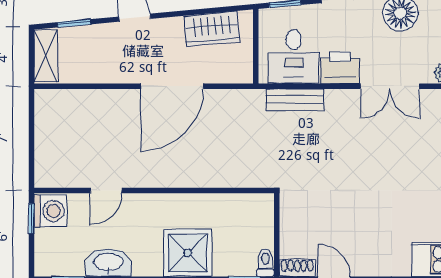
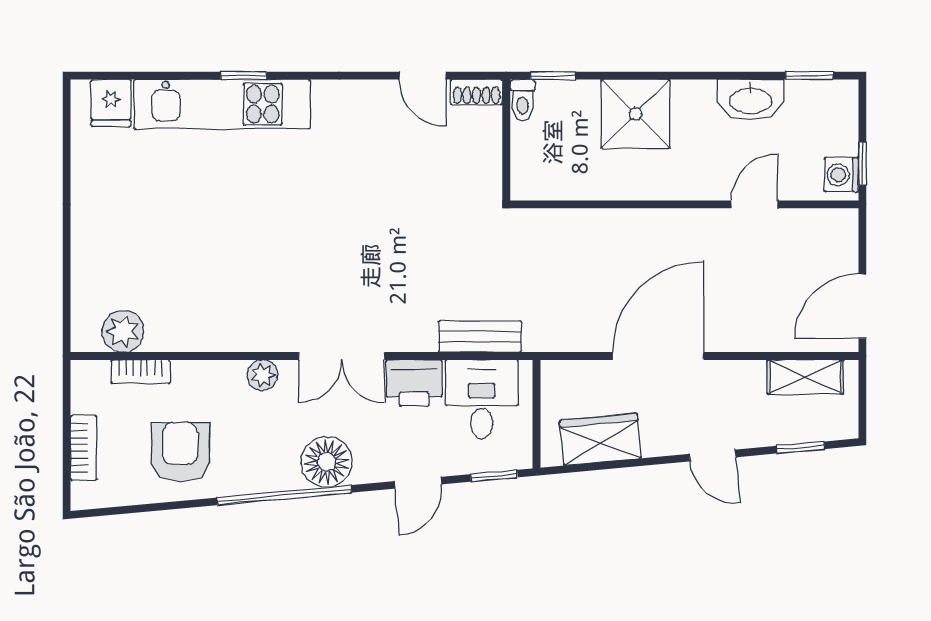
shelving: (46, 56) -> (805, 377), moved, turned 90
double door: (390, 86) -> (342, 356), swing flipped
door: (31, 121) -> (862, 306), added
washing machine: (50, 211) -> (842, 175), width x0.73, depth x0.73

